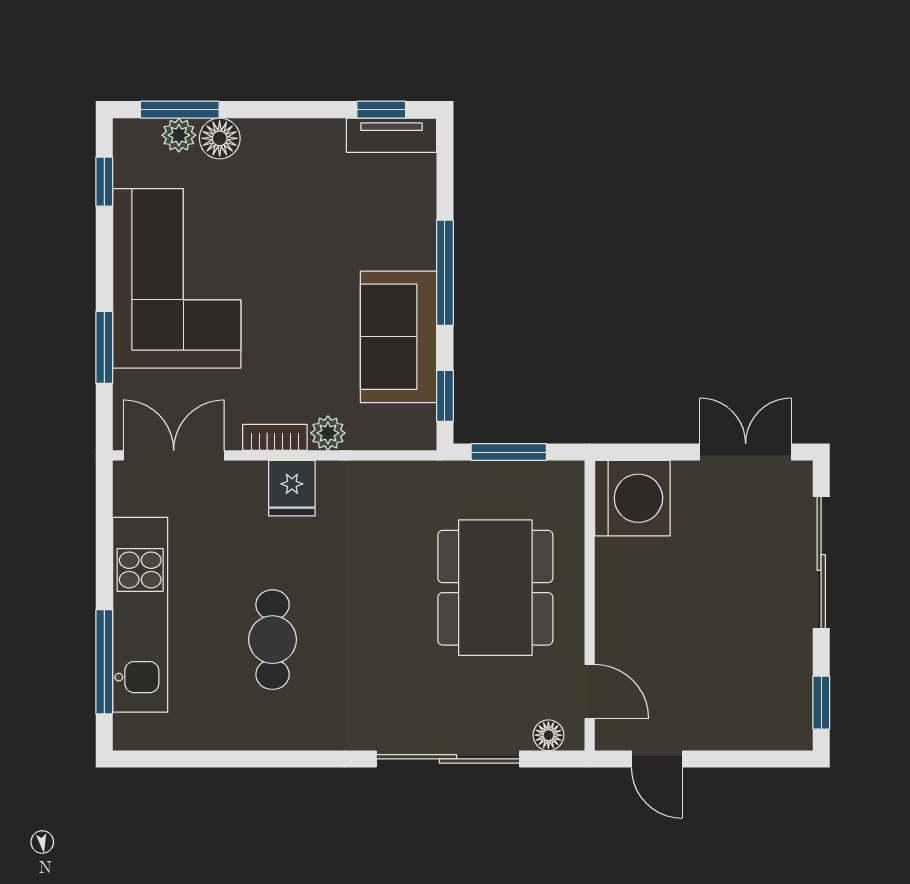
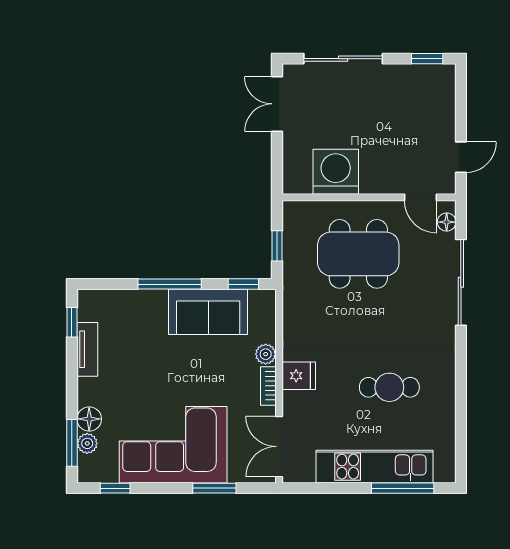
tv unit: (391, 135) -> (87, 349), moved
window: (509, 452) -> (277, 246), width x0.67
washing machine: (632, 498) -> (336, 172), moved
door: (590, 691) -> (420, 197), swing flipped

